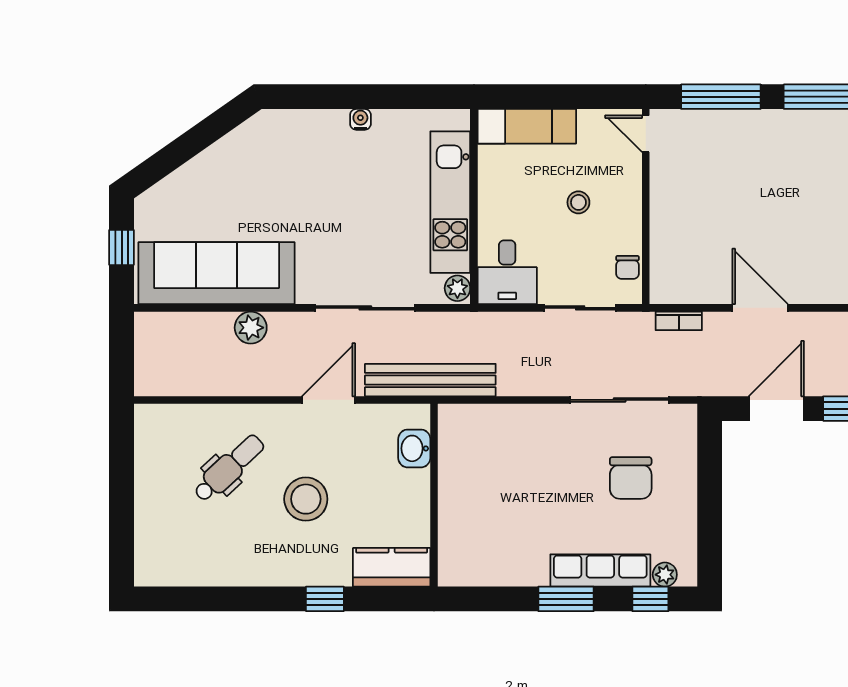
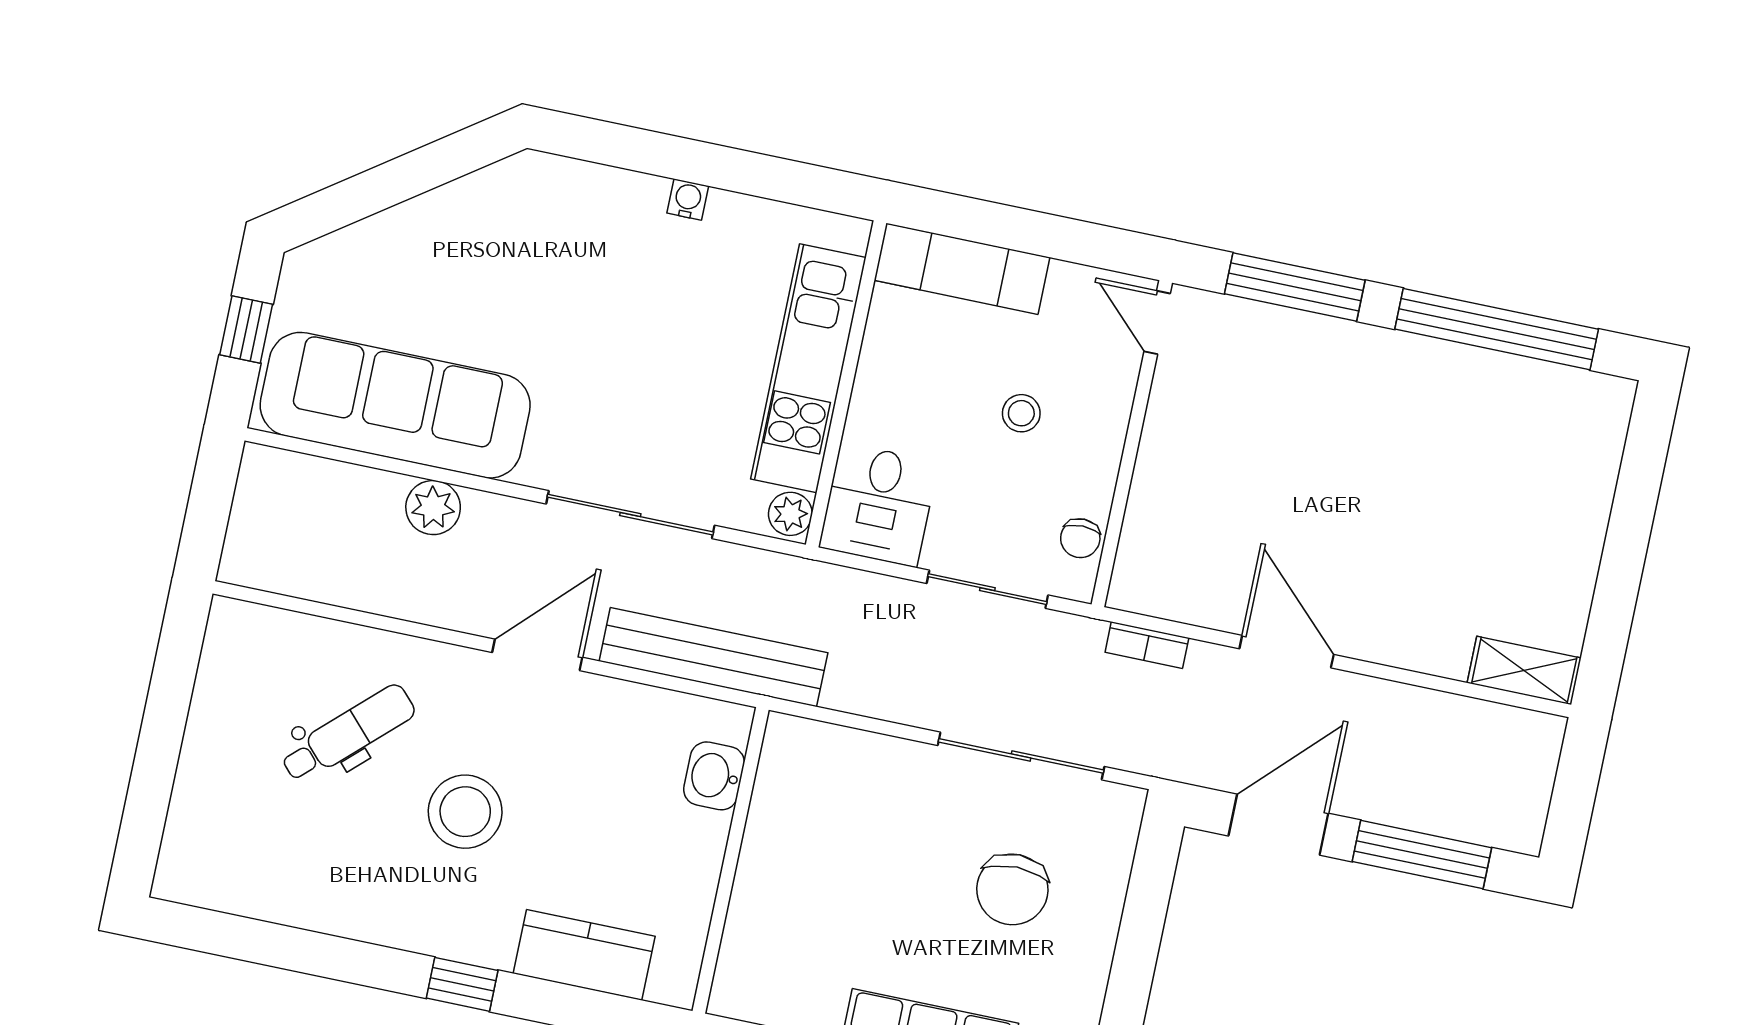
washbasin: (414, 448) -> (714, 776), moved
wall: (434, 495) -> (731, 860), moved

